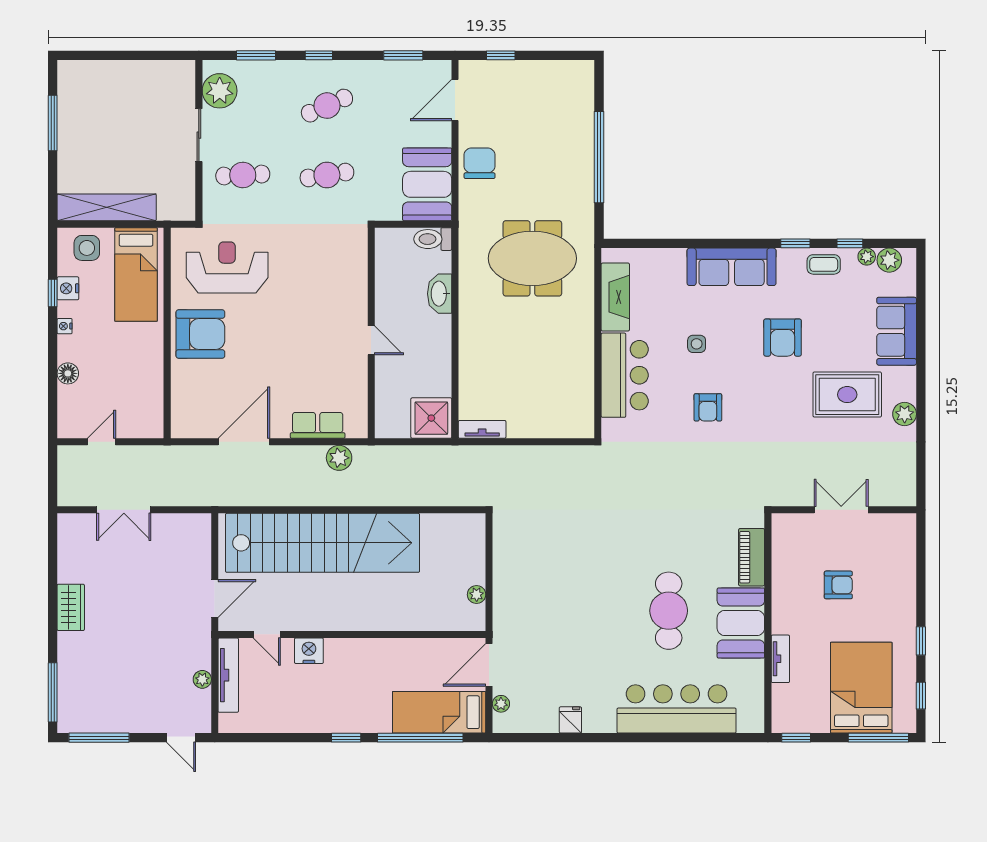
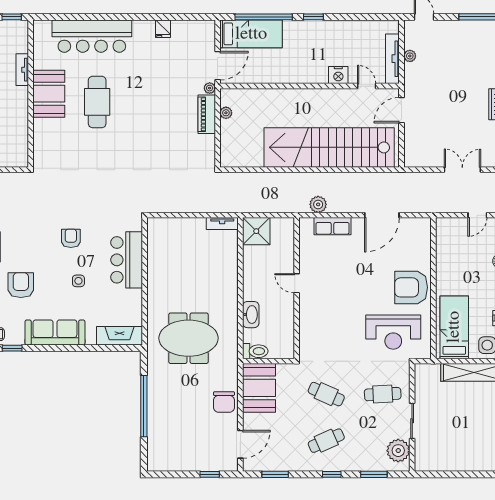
cafe table: (327, 175) -> (326, 394), turned 33
fireplace: (615, 297) -> (119, 336), moved, turned 90
piano: (752, 557) -> (207, 114), moved, turned 180
plant: (501, 704) -> (210, 88), moved

